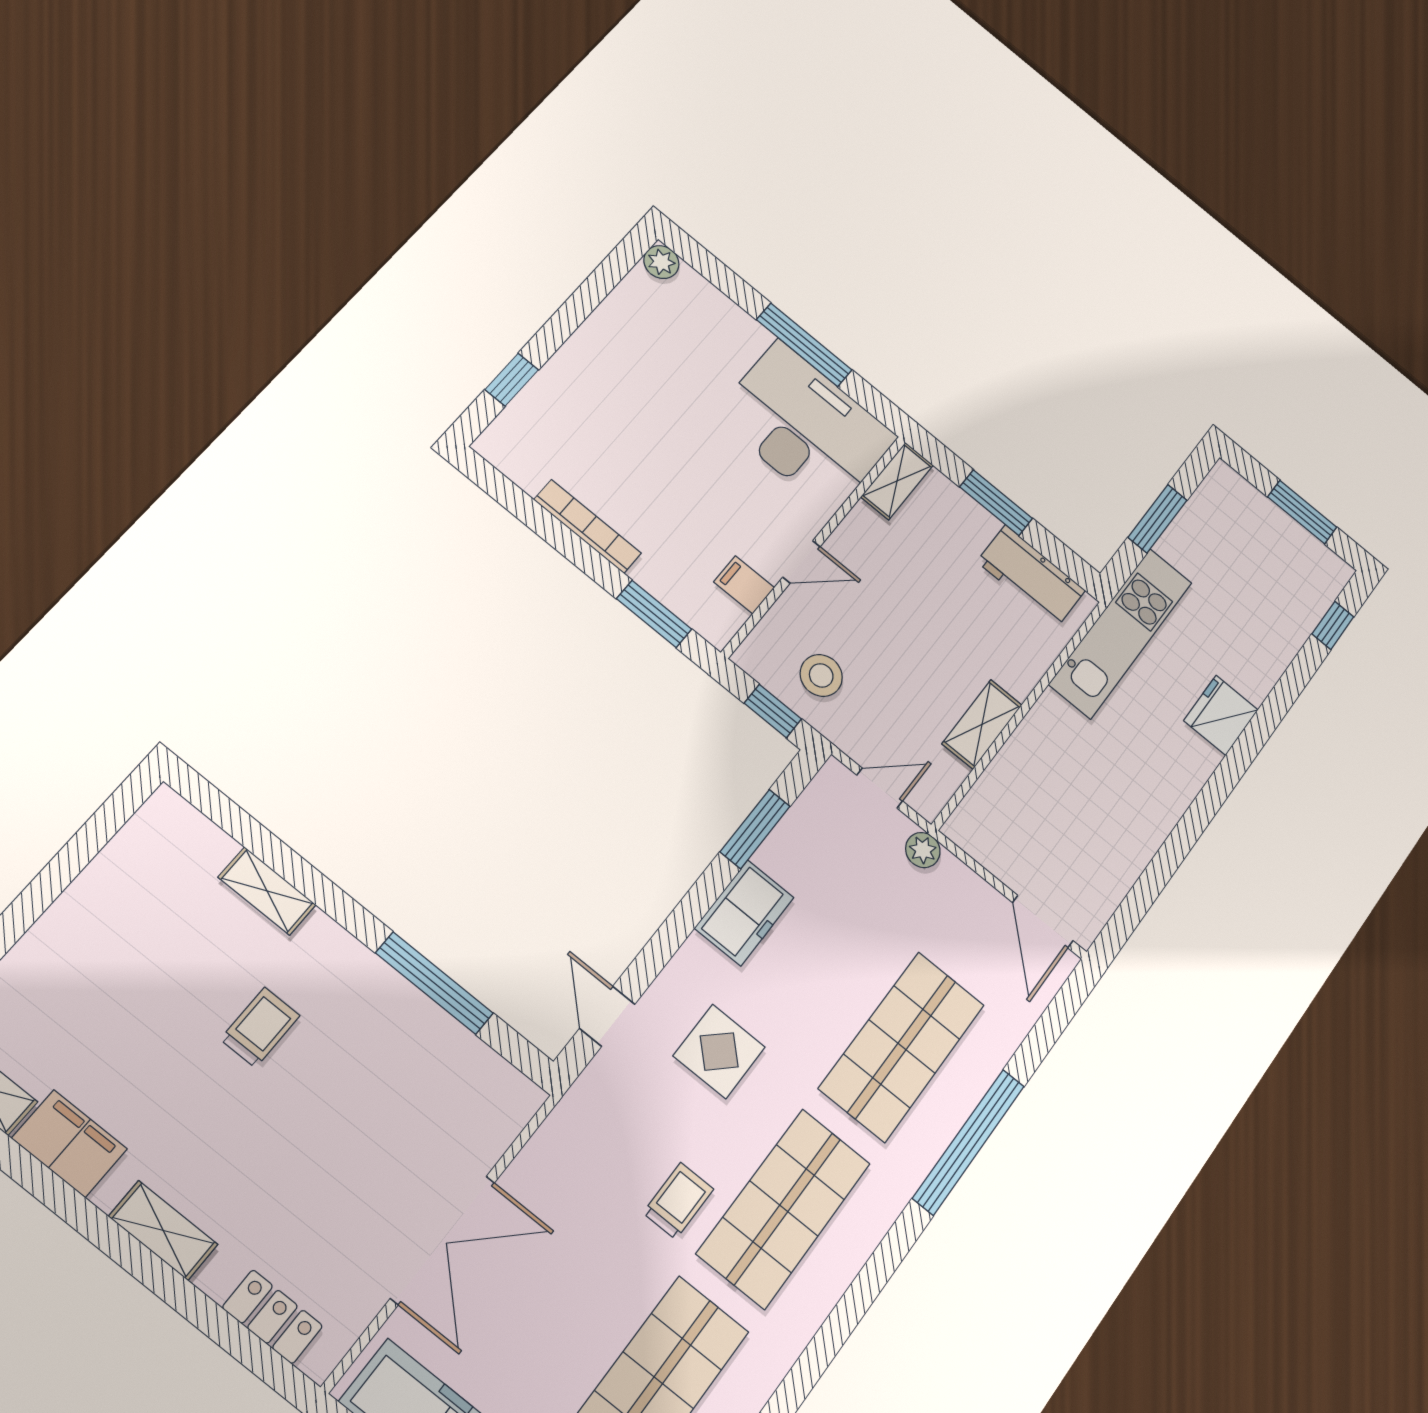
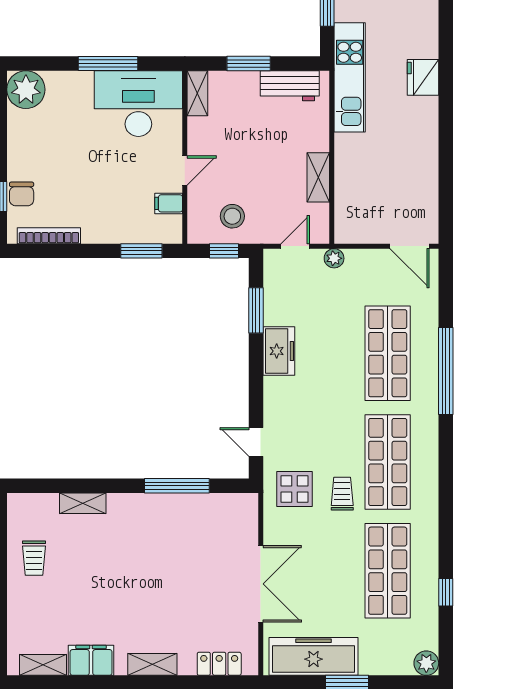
plant: (661, 262) -> (26, 90), width x1.87, depth x1.87
chair: (546, 402) -> (22, 194), added
bookcase: (588, 526) -> (49, 236), moved
trolley: (260, 1027) -> (34, 558), moved, turned 180
display table: (719, 1051) -> (295, 489), moved

